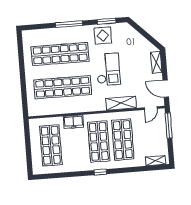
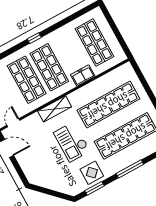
shelving: (156, 62) -> (28, 170), removed
shelving: (121, 103) -> (55, 109), moved

